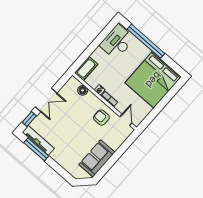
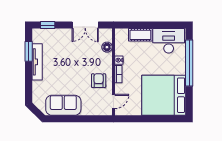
cot: (86, 68) -> (140, 35), moved
double door: (46, 100) -> (85, 25), moved
tv unit: (38, 140) -> (37, 62), moved
window: (36, 149) -> (29, 51), width x0.69

